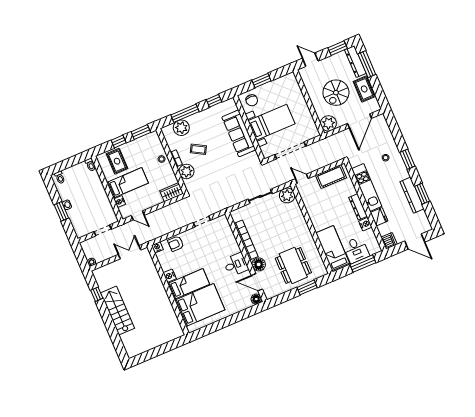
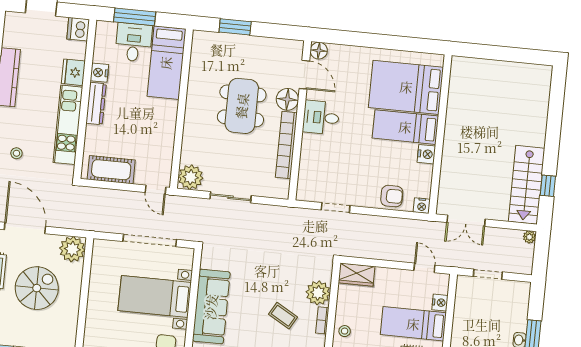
door: (359, 121) -> (25, 228), hinge flipped
dining table: (293, 265) -> (242, 106), moved
stairs: (118, 311) -> (527, 185), moved

